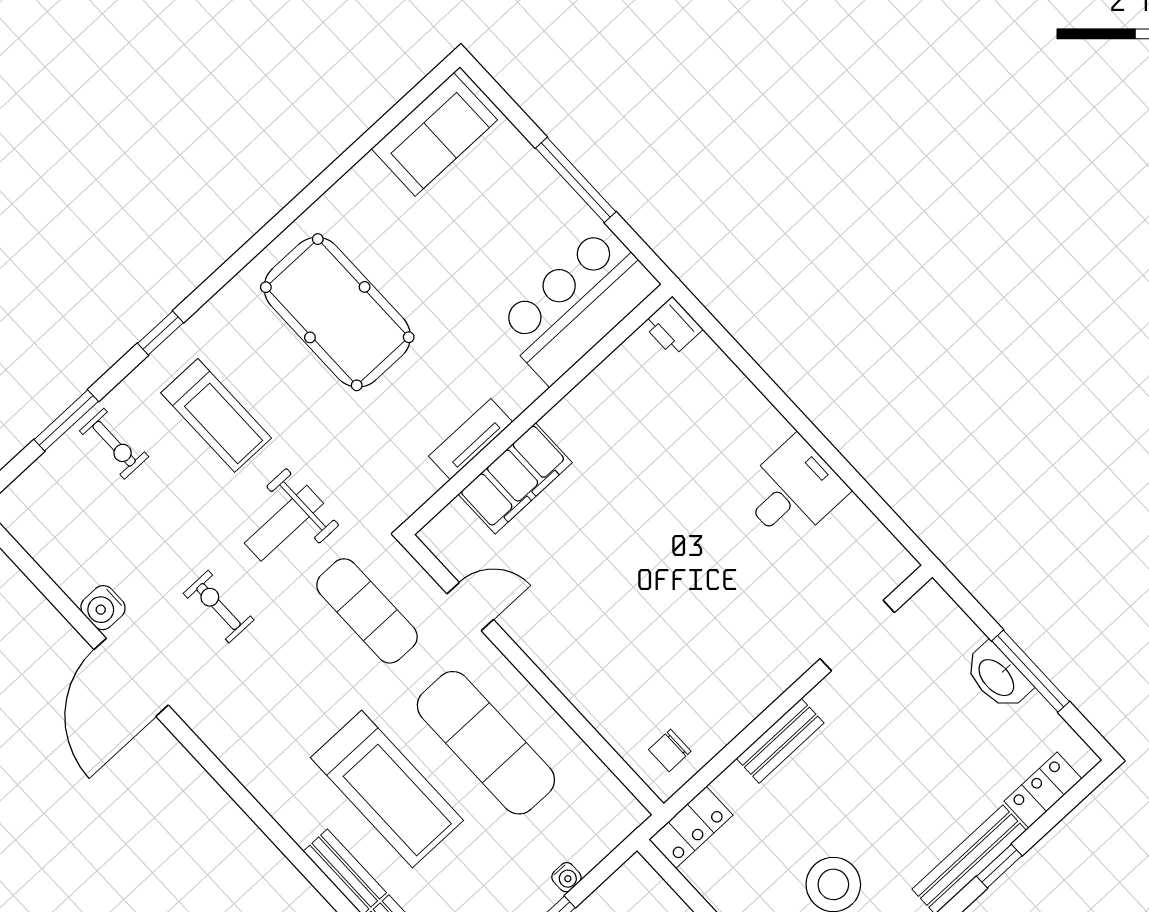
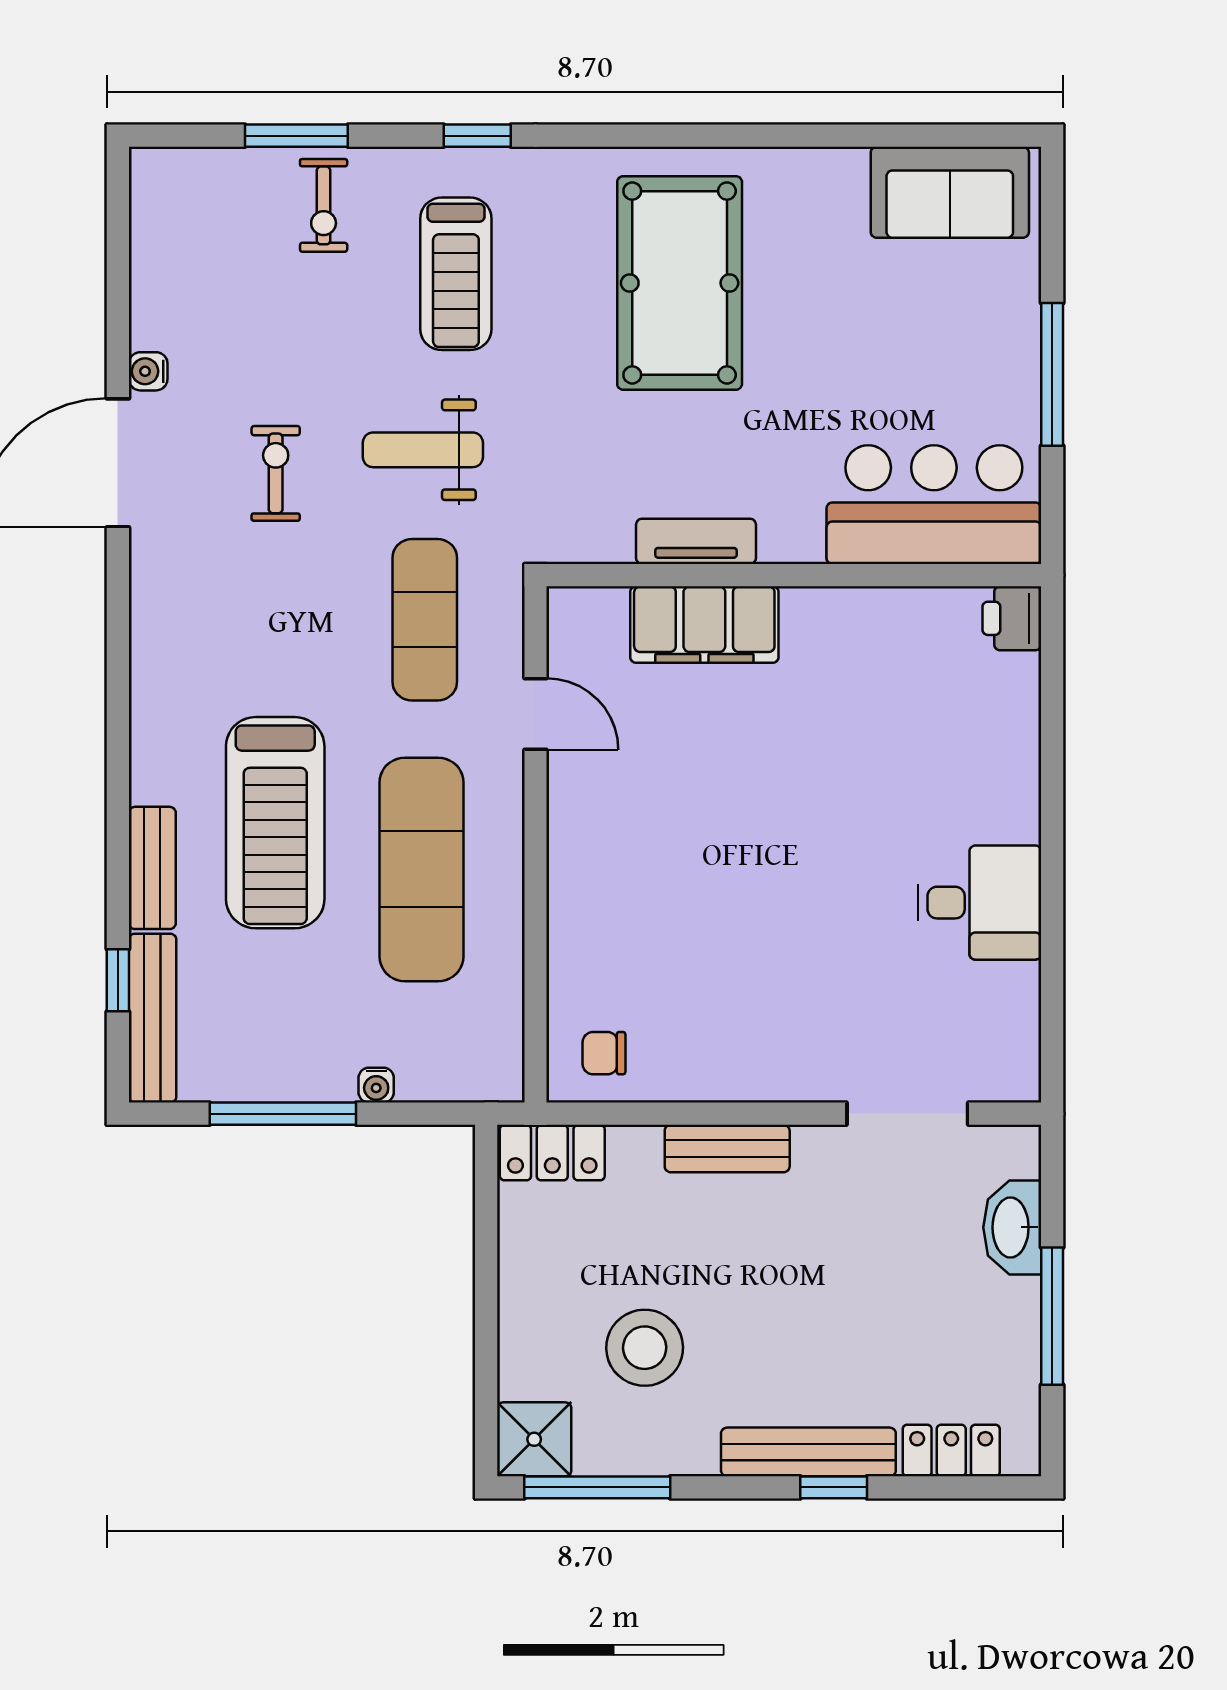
water cooler: (103, 608) -> (148, 371), width x0.72, depth x0.72
washbasin: (997, 677) -> (1012, 1227), moved

